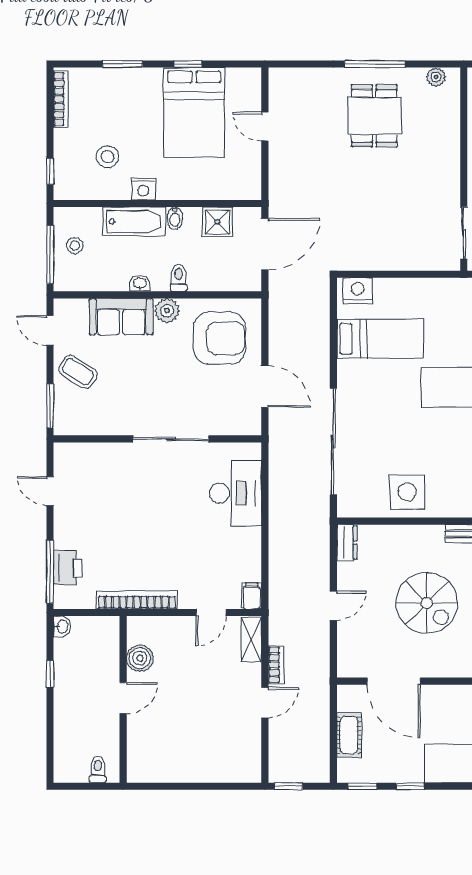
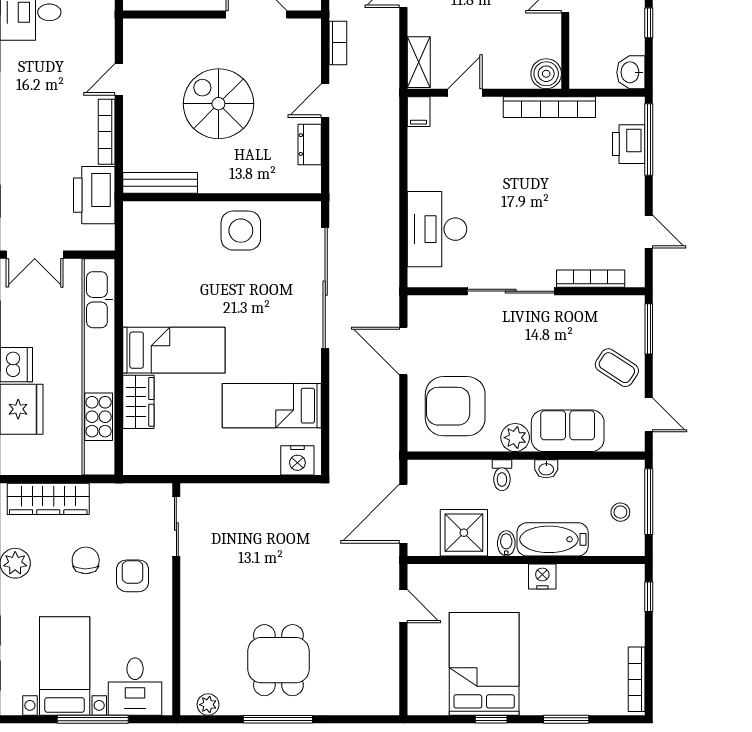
door: (265, 127) -> (403, 606), moved
stool: (107, 157) -> (583, 613), removed
shower: (217, 222) -> (464, 533), width x1.36, depth x1.36
bookcase: (101, 450) -> (591, 279), added
dresser: (347, 542) -> (310, 145), moved
washbasin: (62, 627) -> (631, 72), width x1.38, depth x1.45
boiler: (140, 658) -> (546, 74), moved
bookcase: (276, 665) -> (338, 43), moved, turned 180

